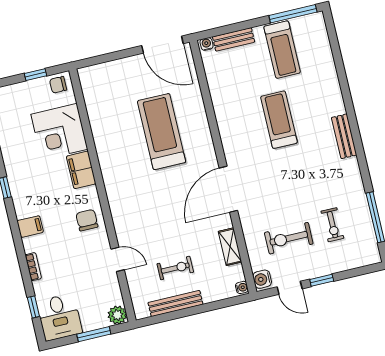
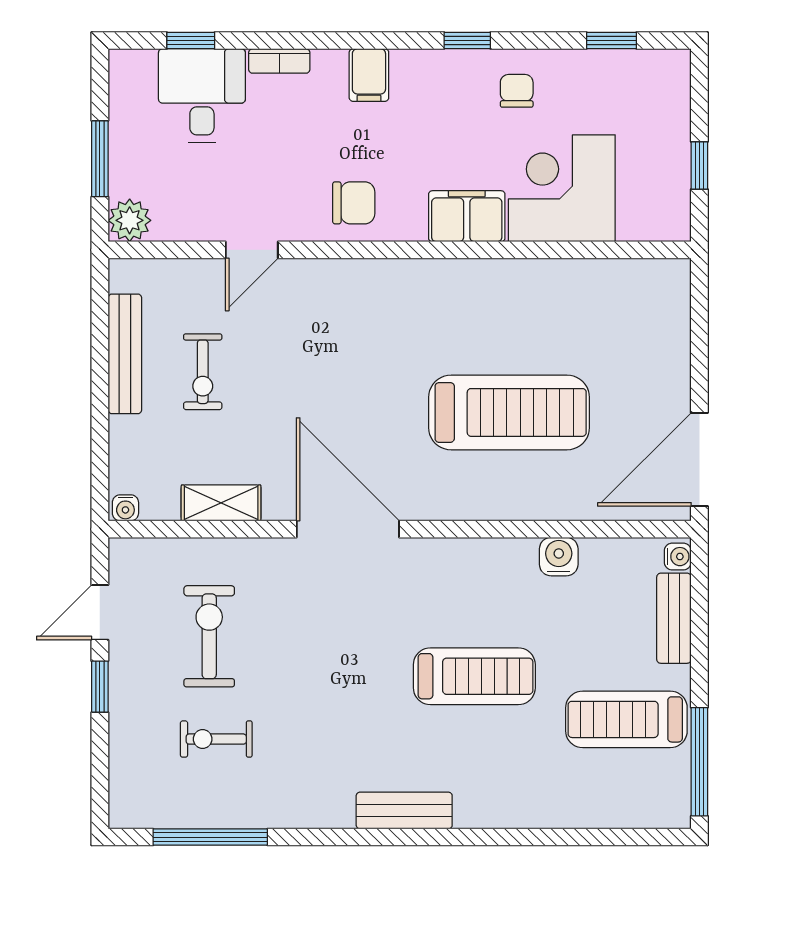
chair: (58, 85) -> (517, 91), moved
water cooler: (262, 279) -> (559, 557), moved
desk: (59, 317) -> (202, 96), moved, turned 90

